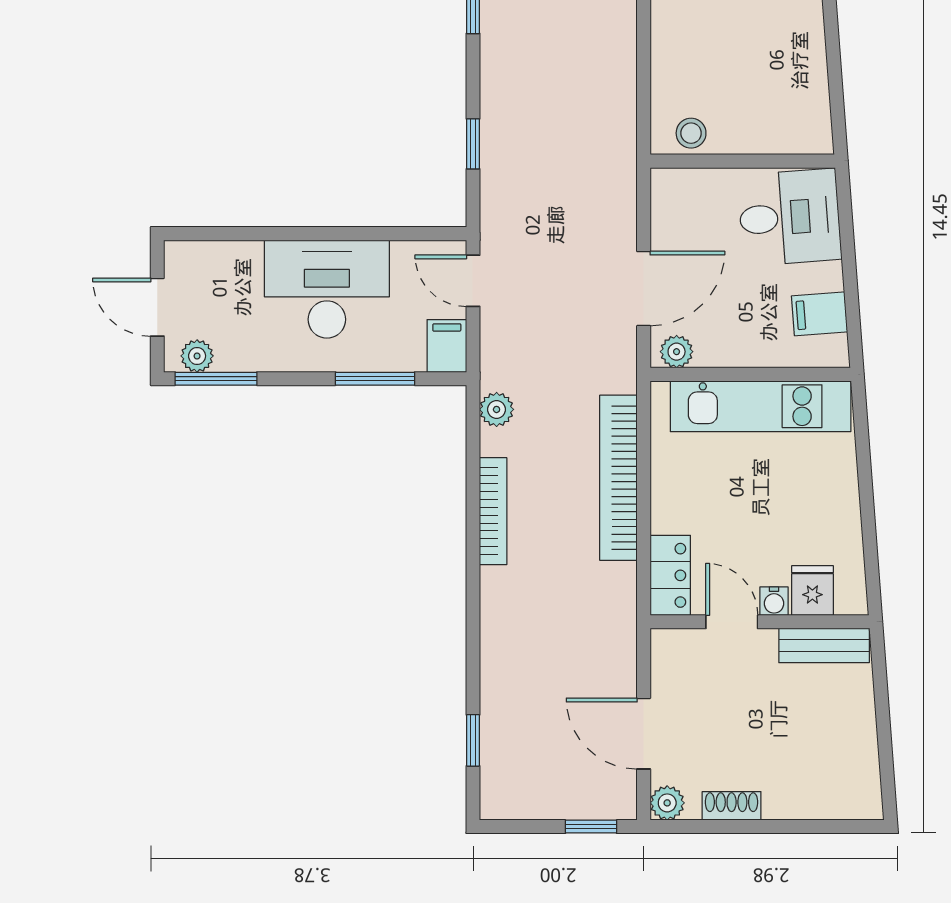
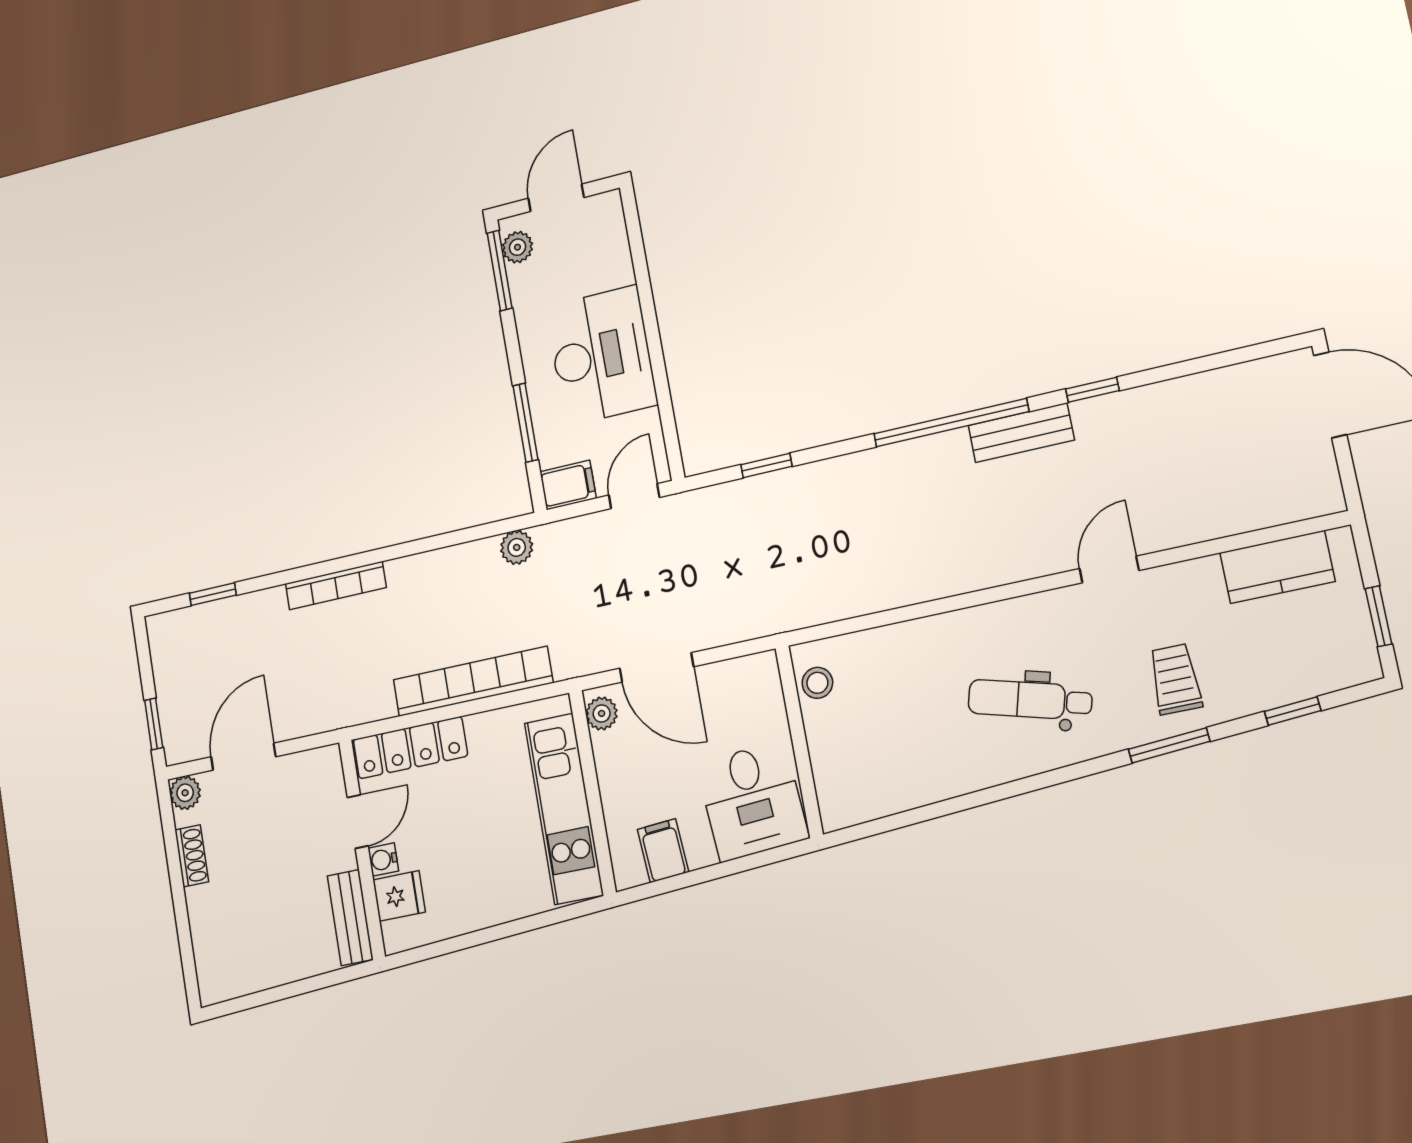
bookcase: (493, 511) -> (336, 586), moved
locker: (670, 575) -> (410, 748), width x1.53

